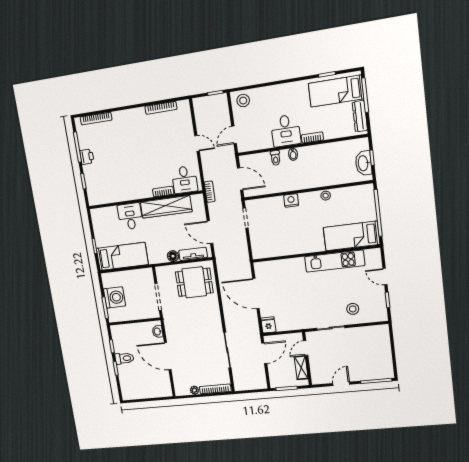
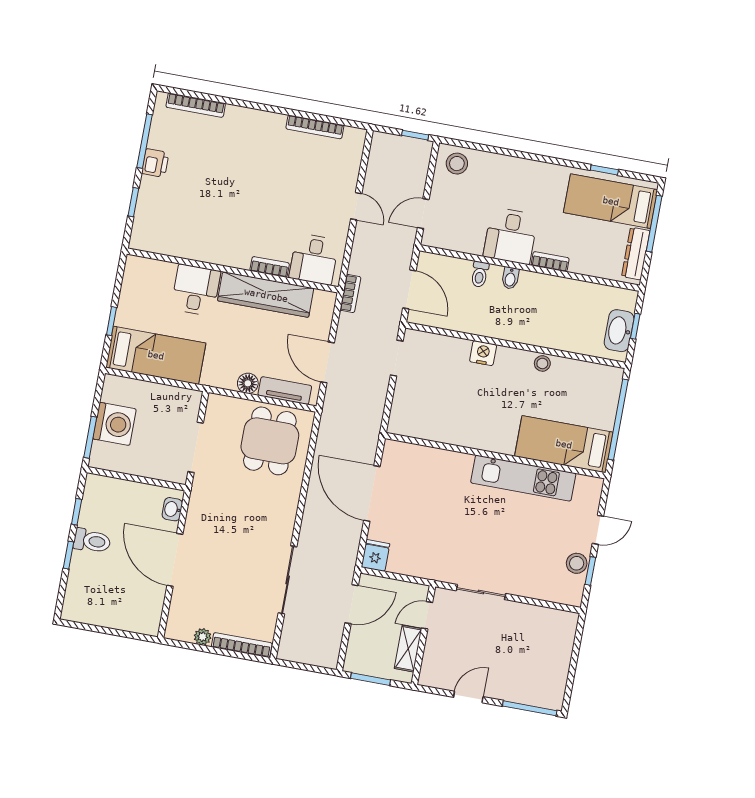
door: (385, 277) -> (598, 530), swing flipped
dining table: (194, 282) -> (270, 441), turned 90
stool: (353, 309) -> (577, 563), moved

